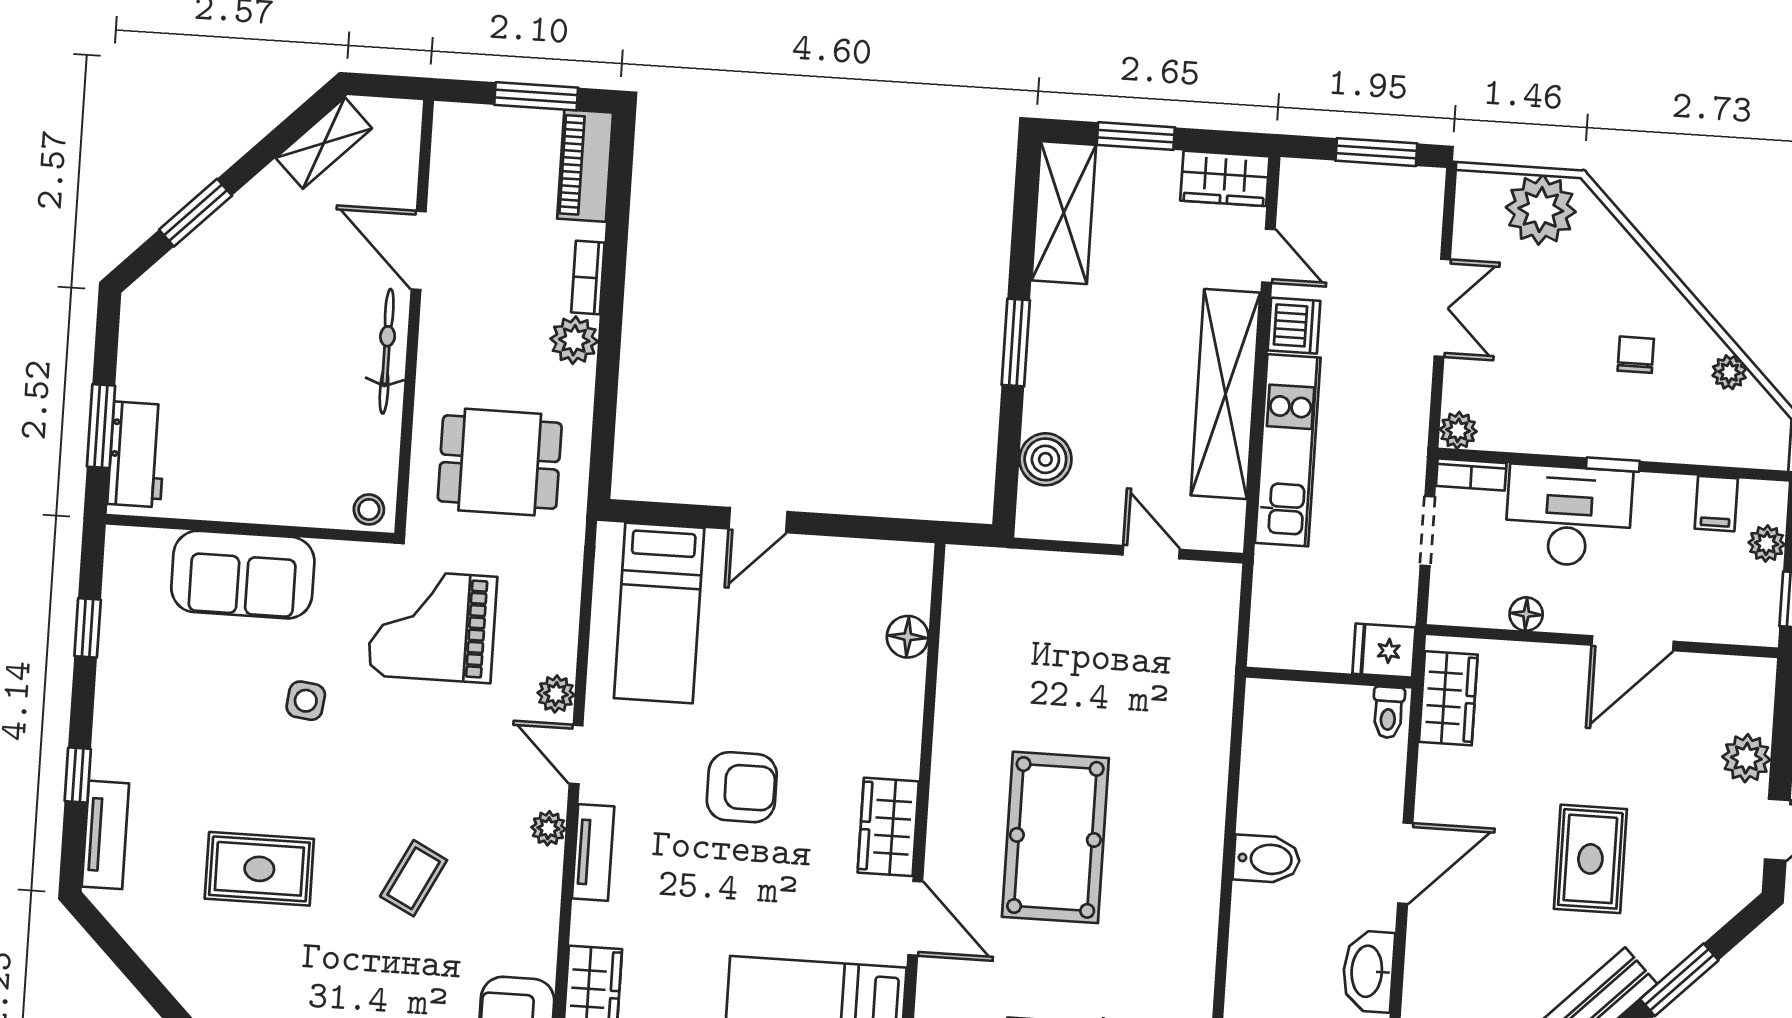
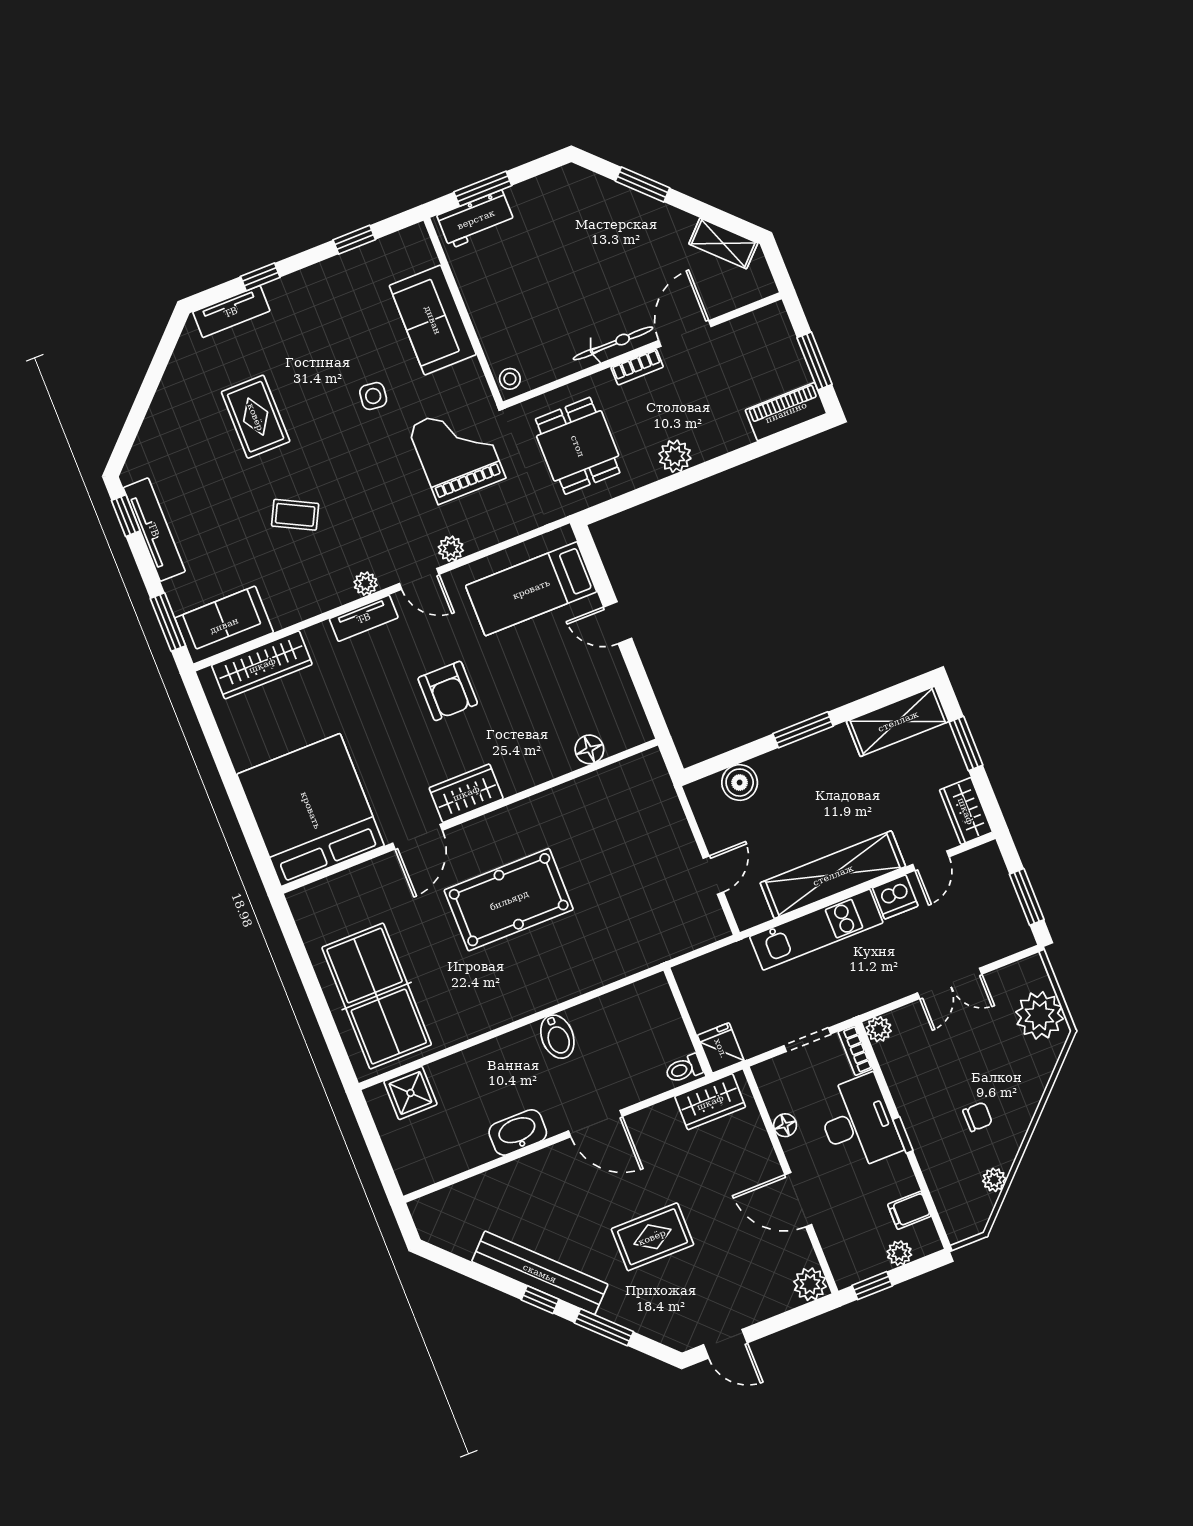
bookcase: (588, 277) -> (637, 367), moved, turned 180
door: (576, 754) -> (419, 579), swing flipped
plant: (1746, 758) -> (810, 1284), moved

